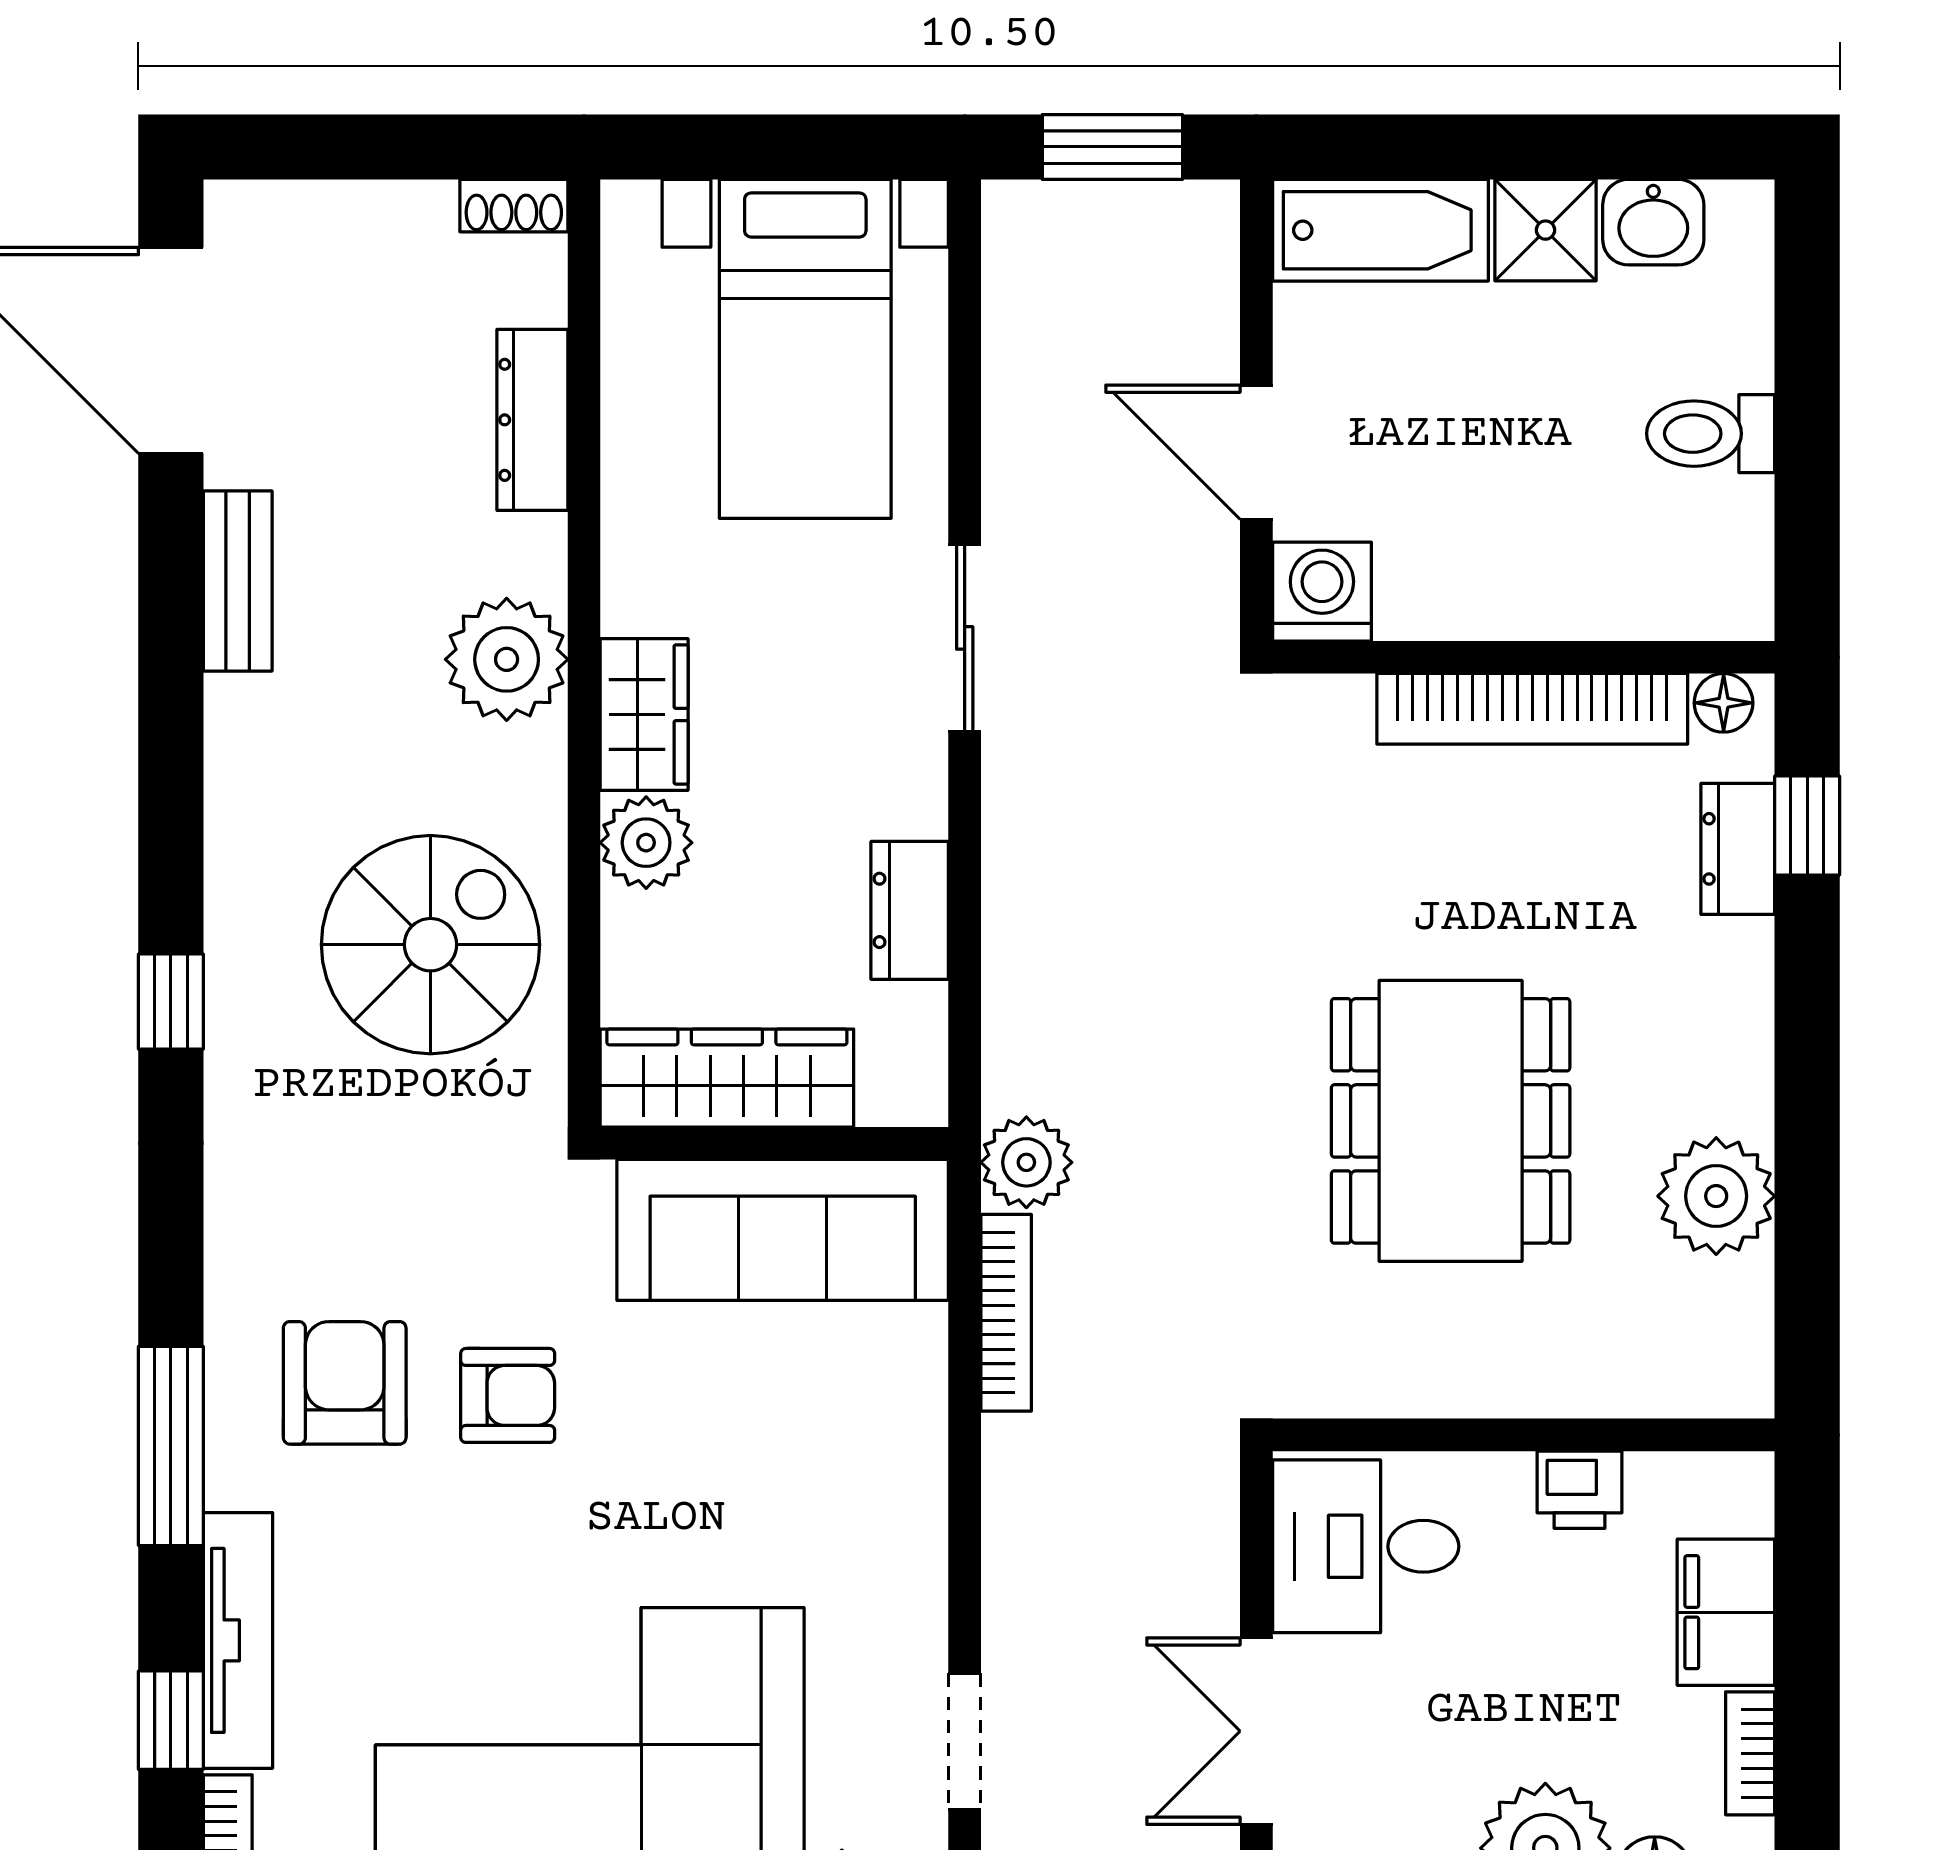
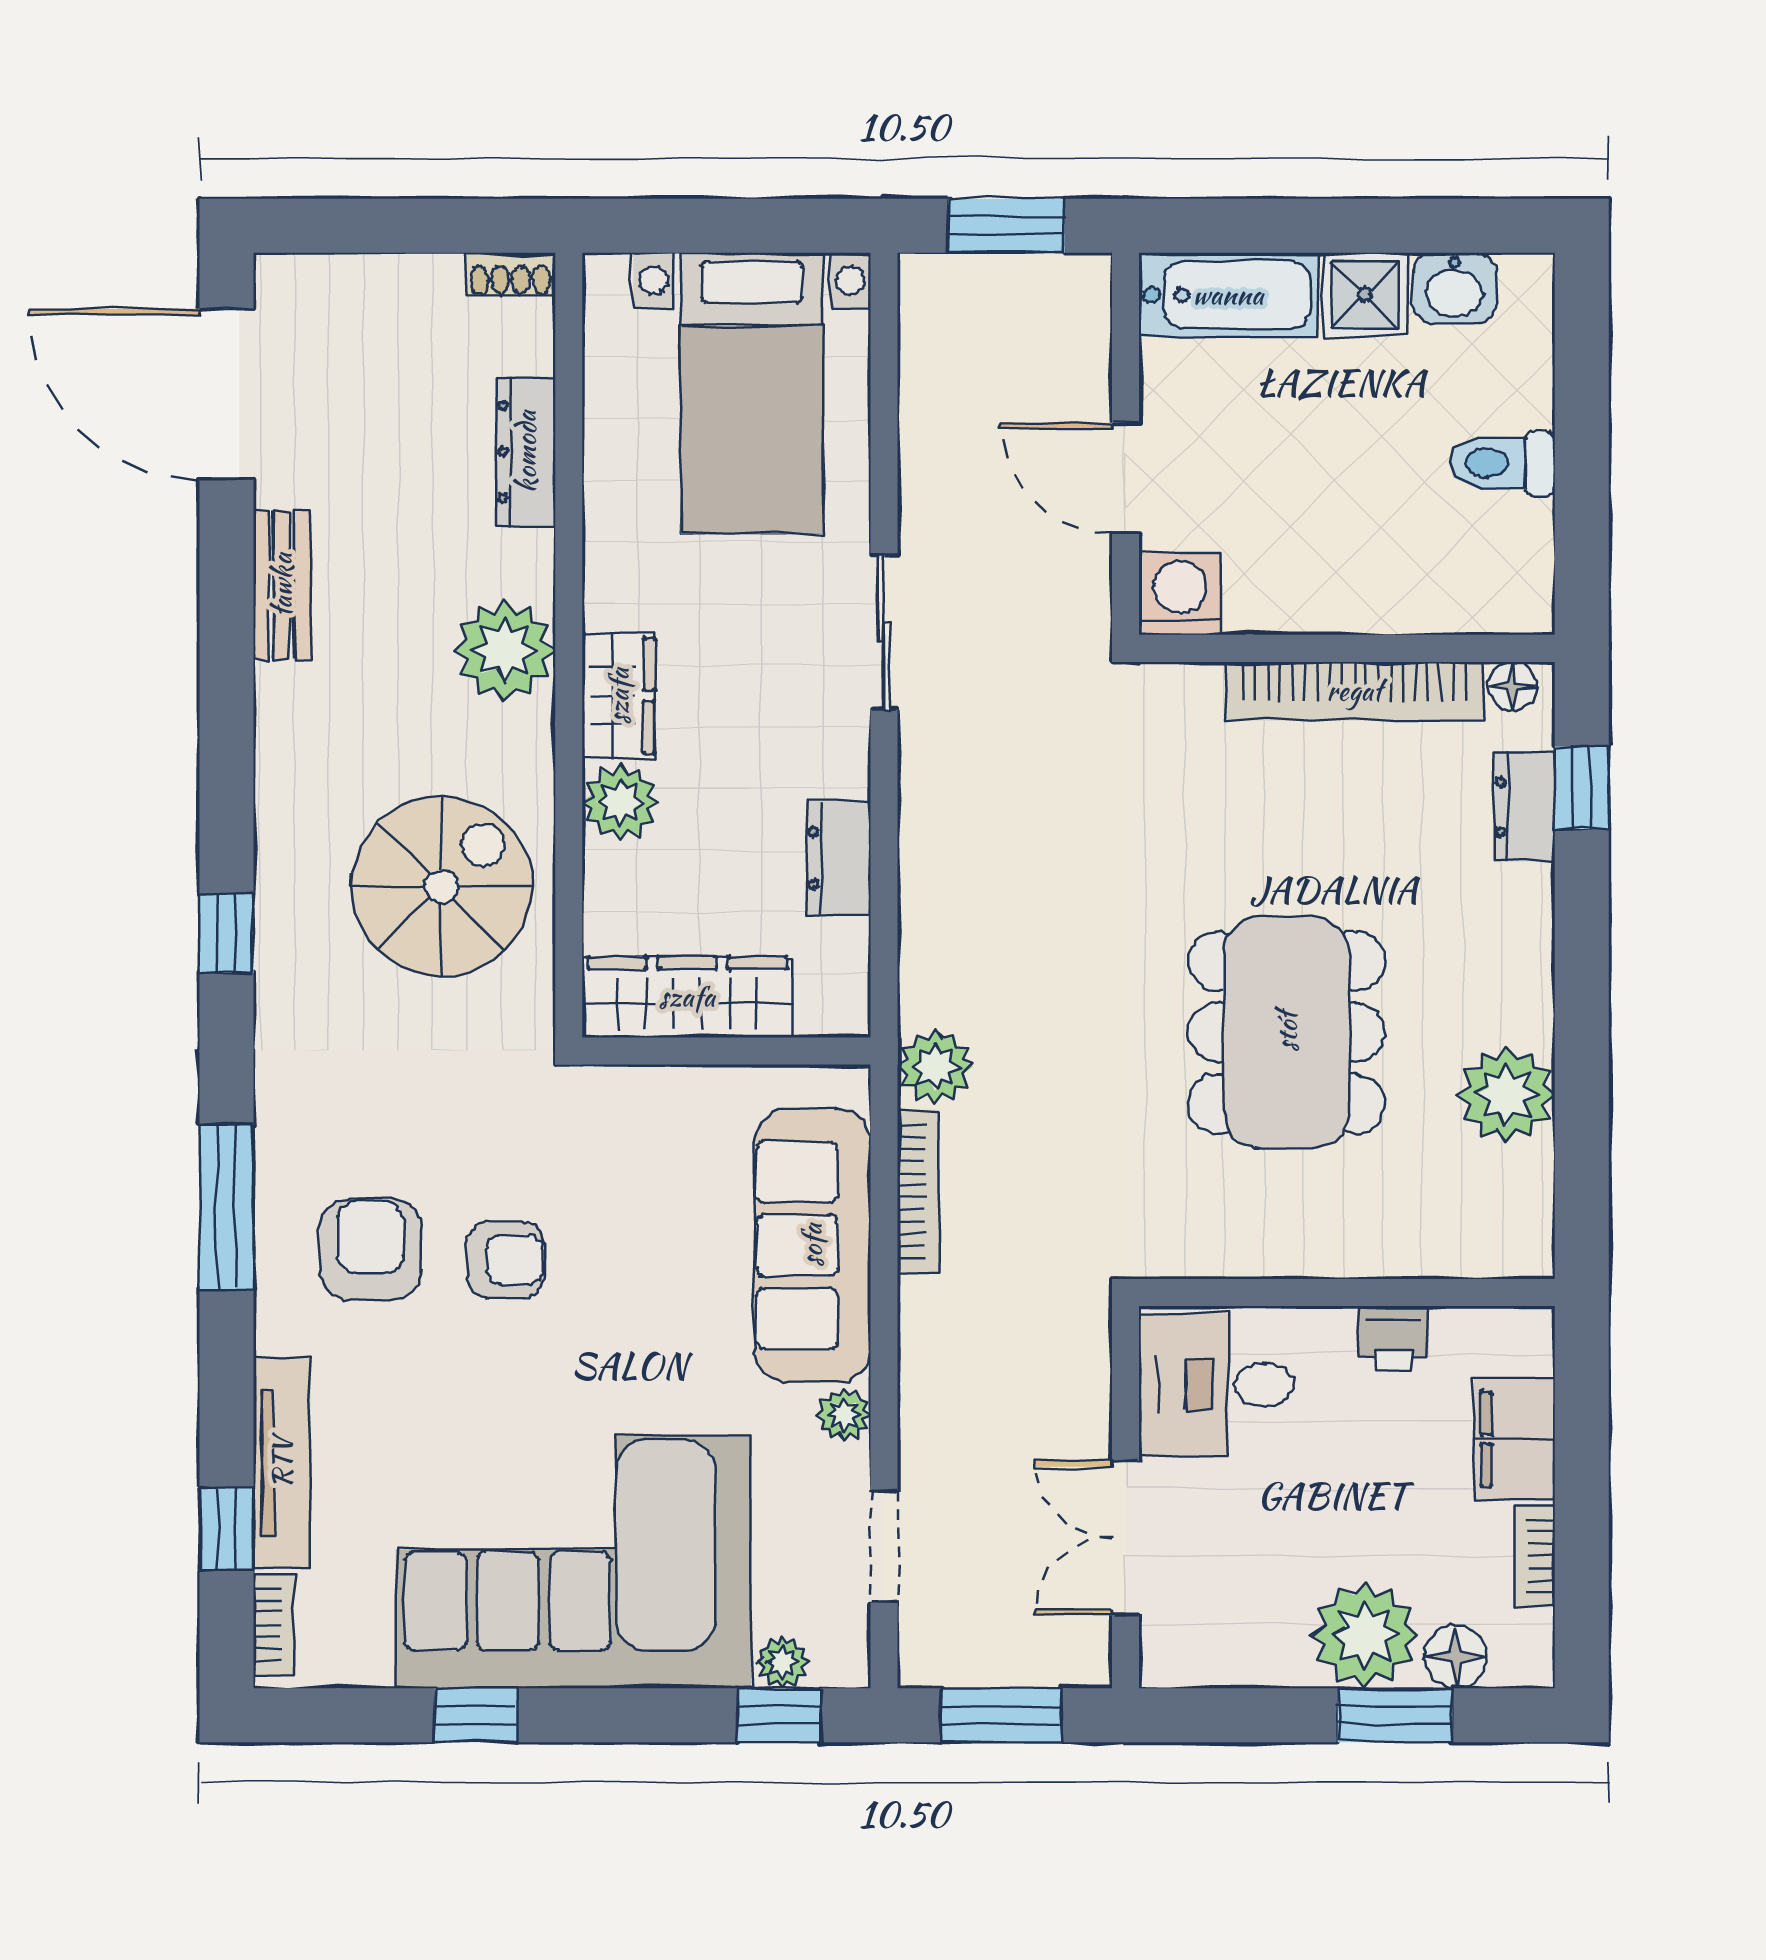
sofa: (783, 1230) -> (812, 1245), moved, turned 90
window: (171, 1446) -> (226, 1207), moved
plant: (916, 1582) -> (844, 1415), added

